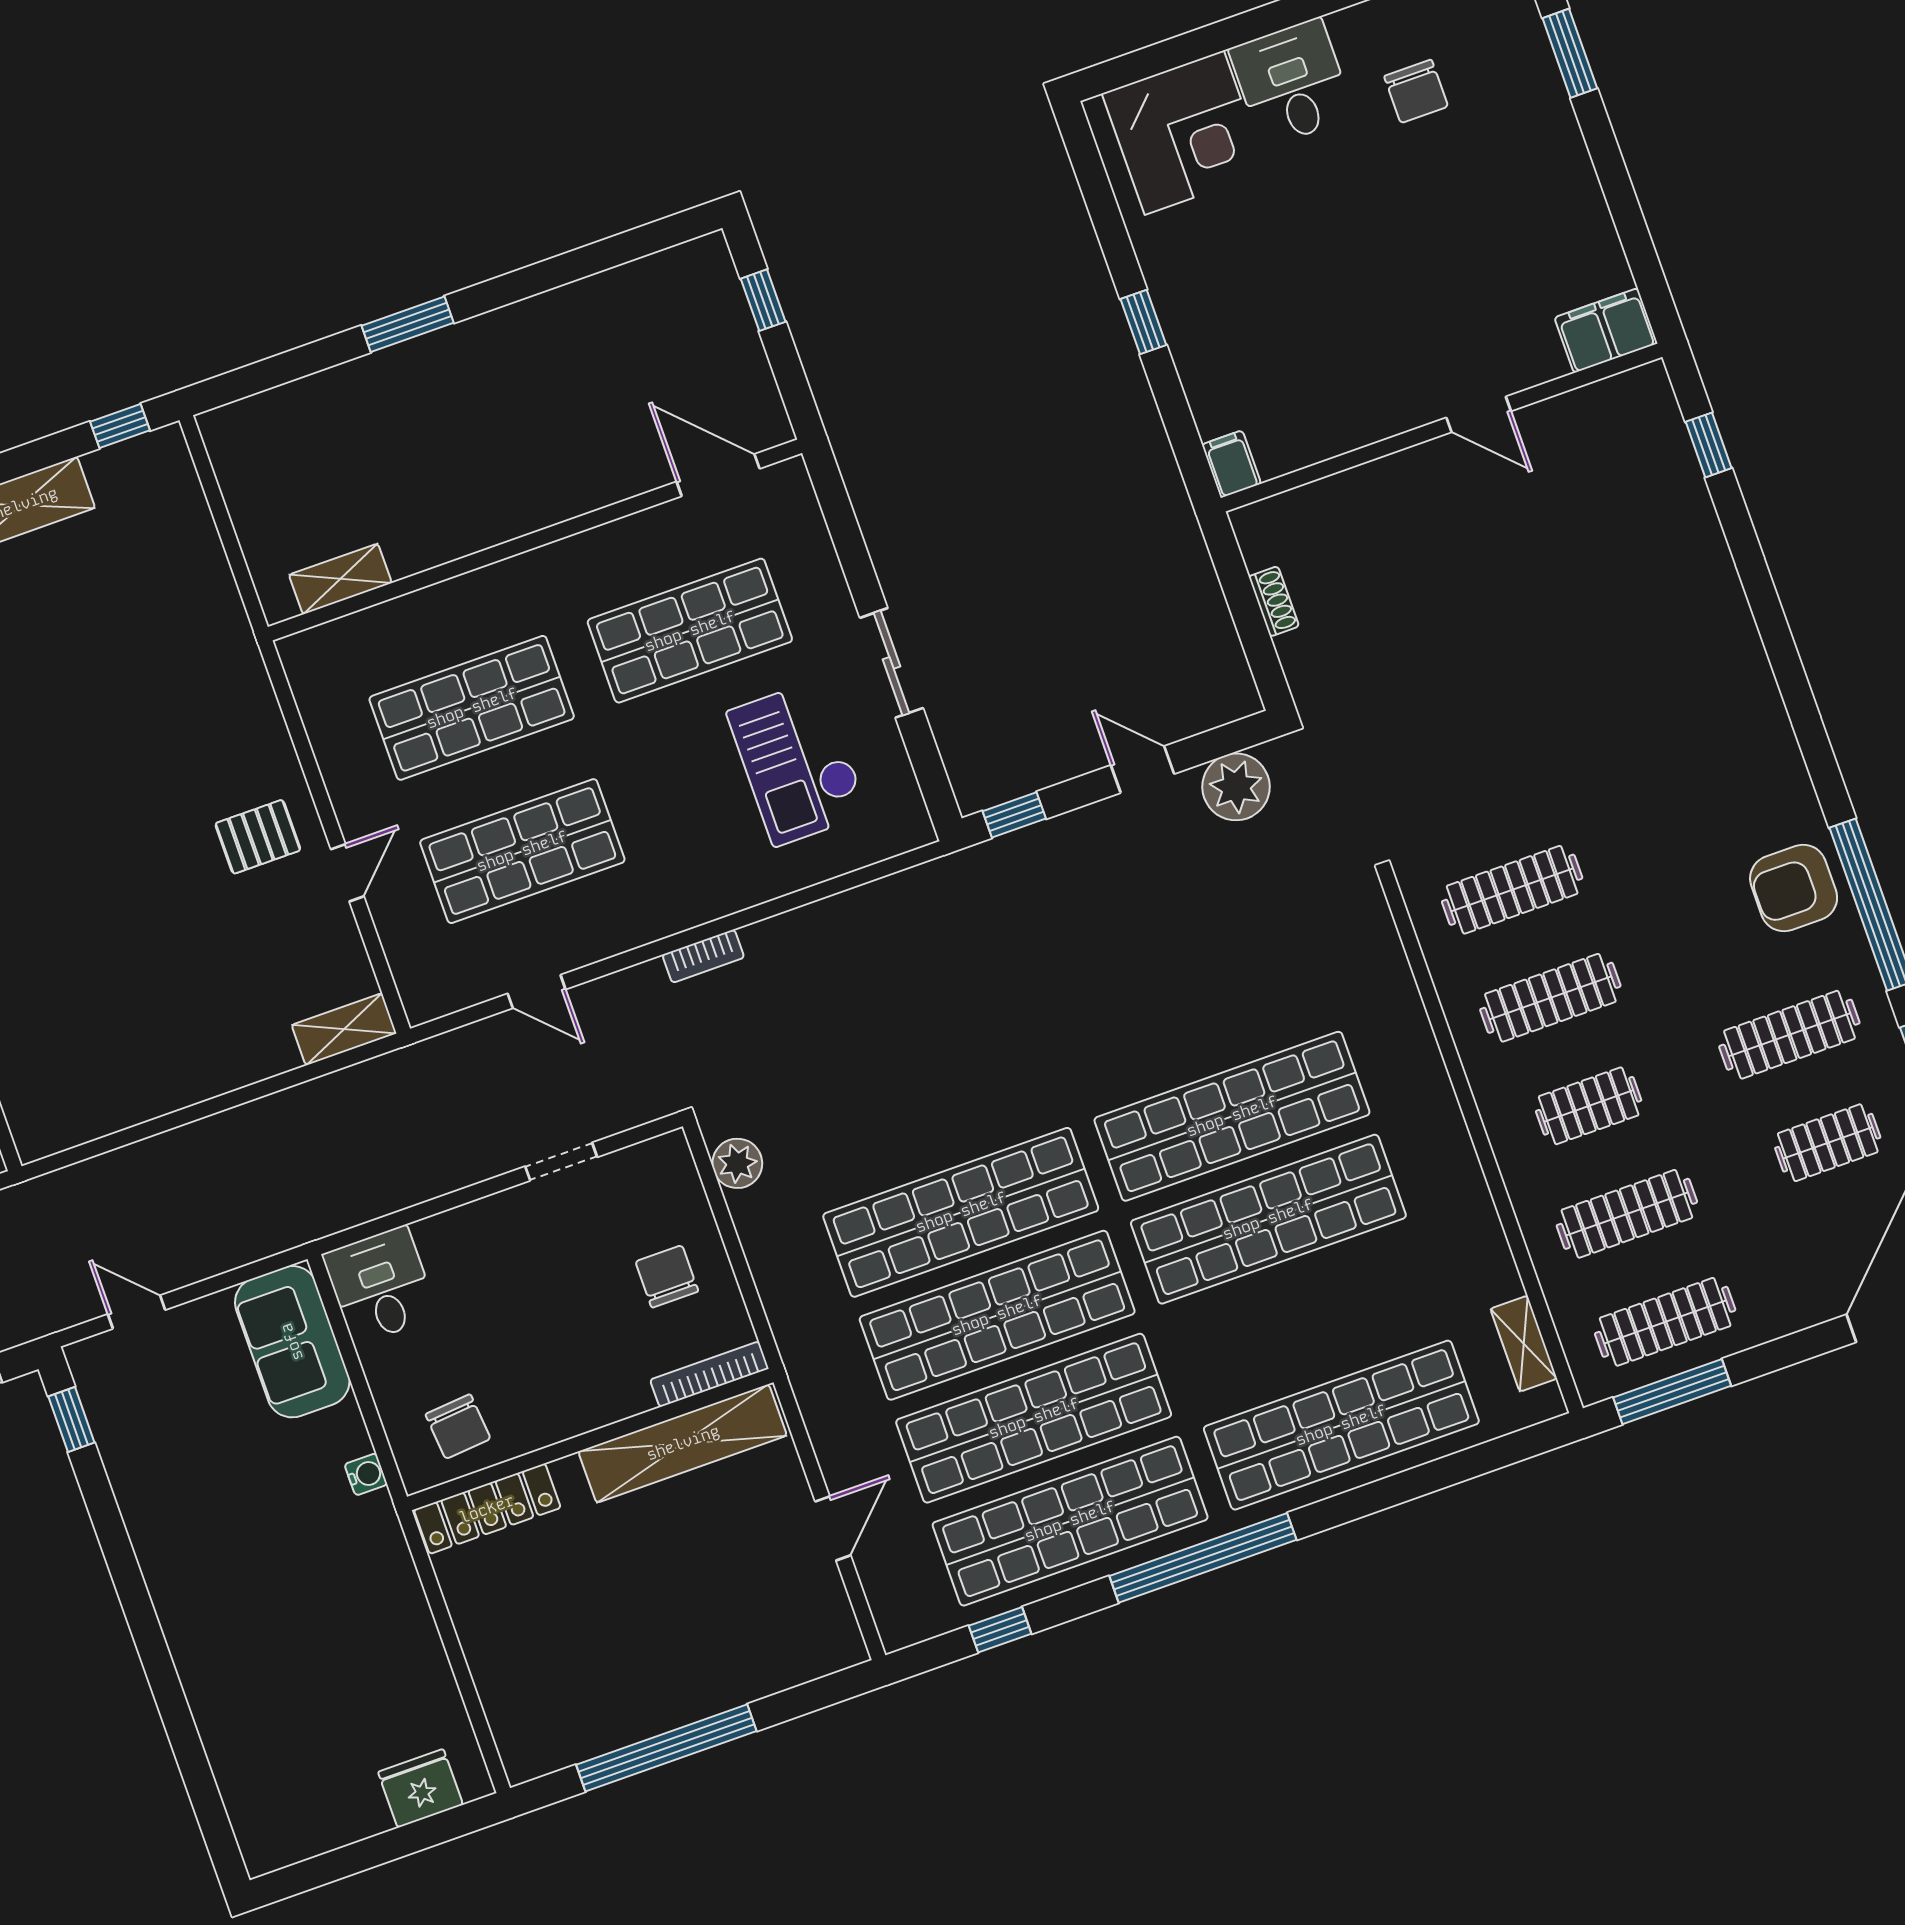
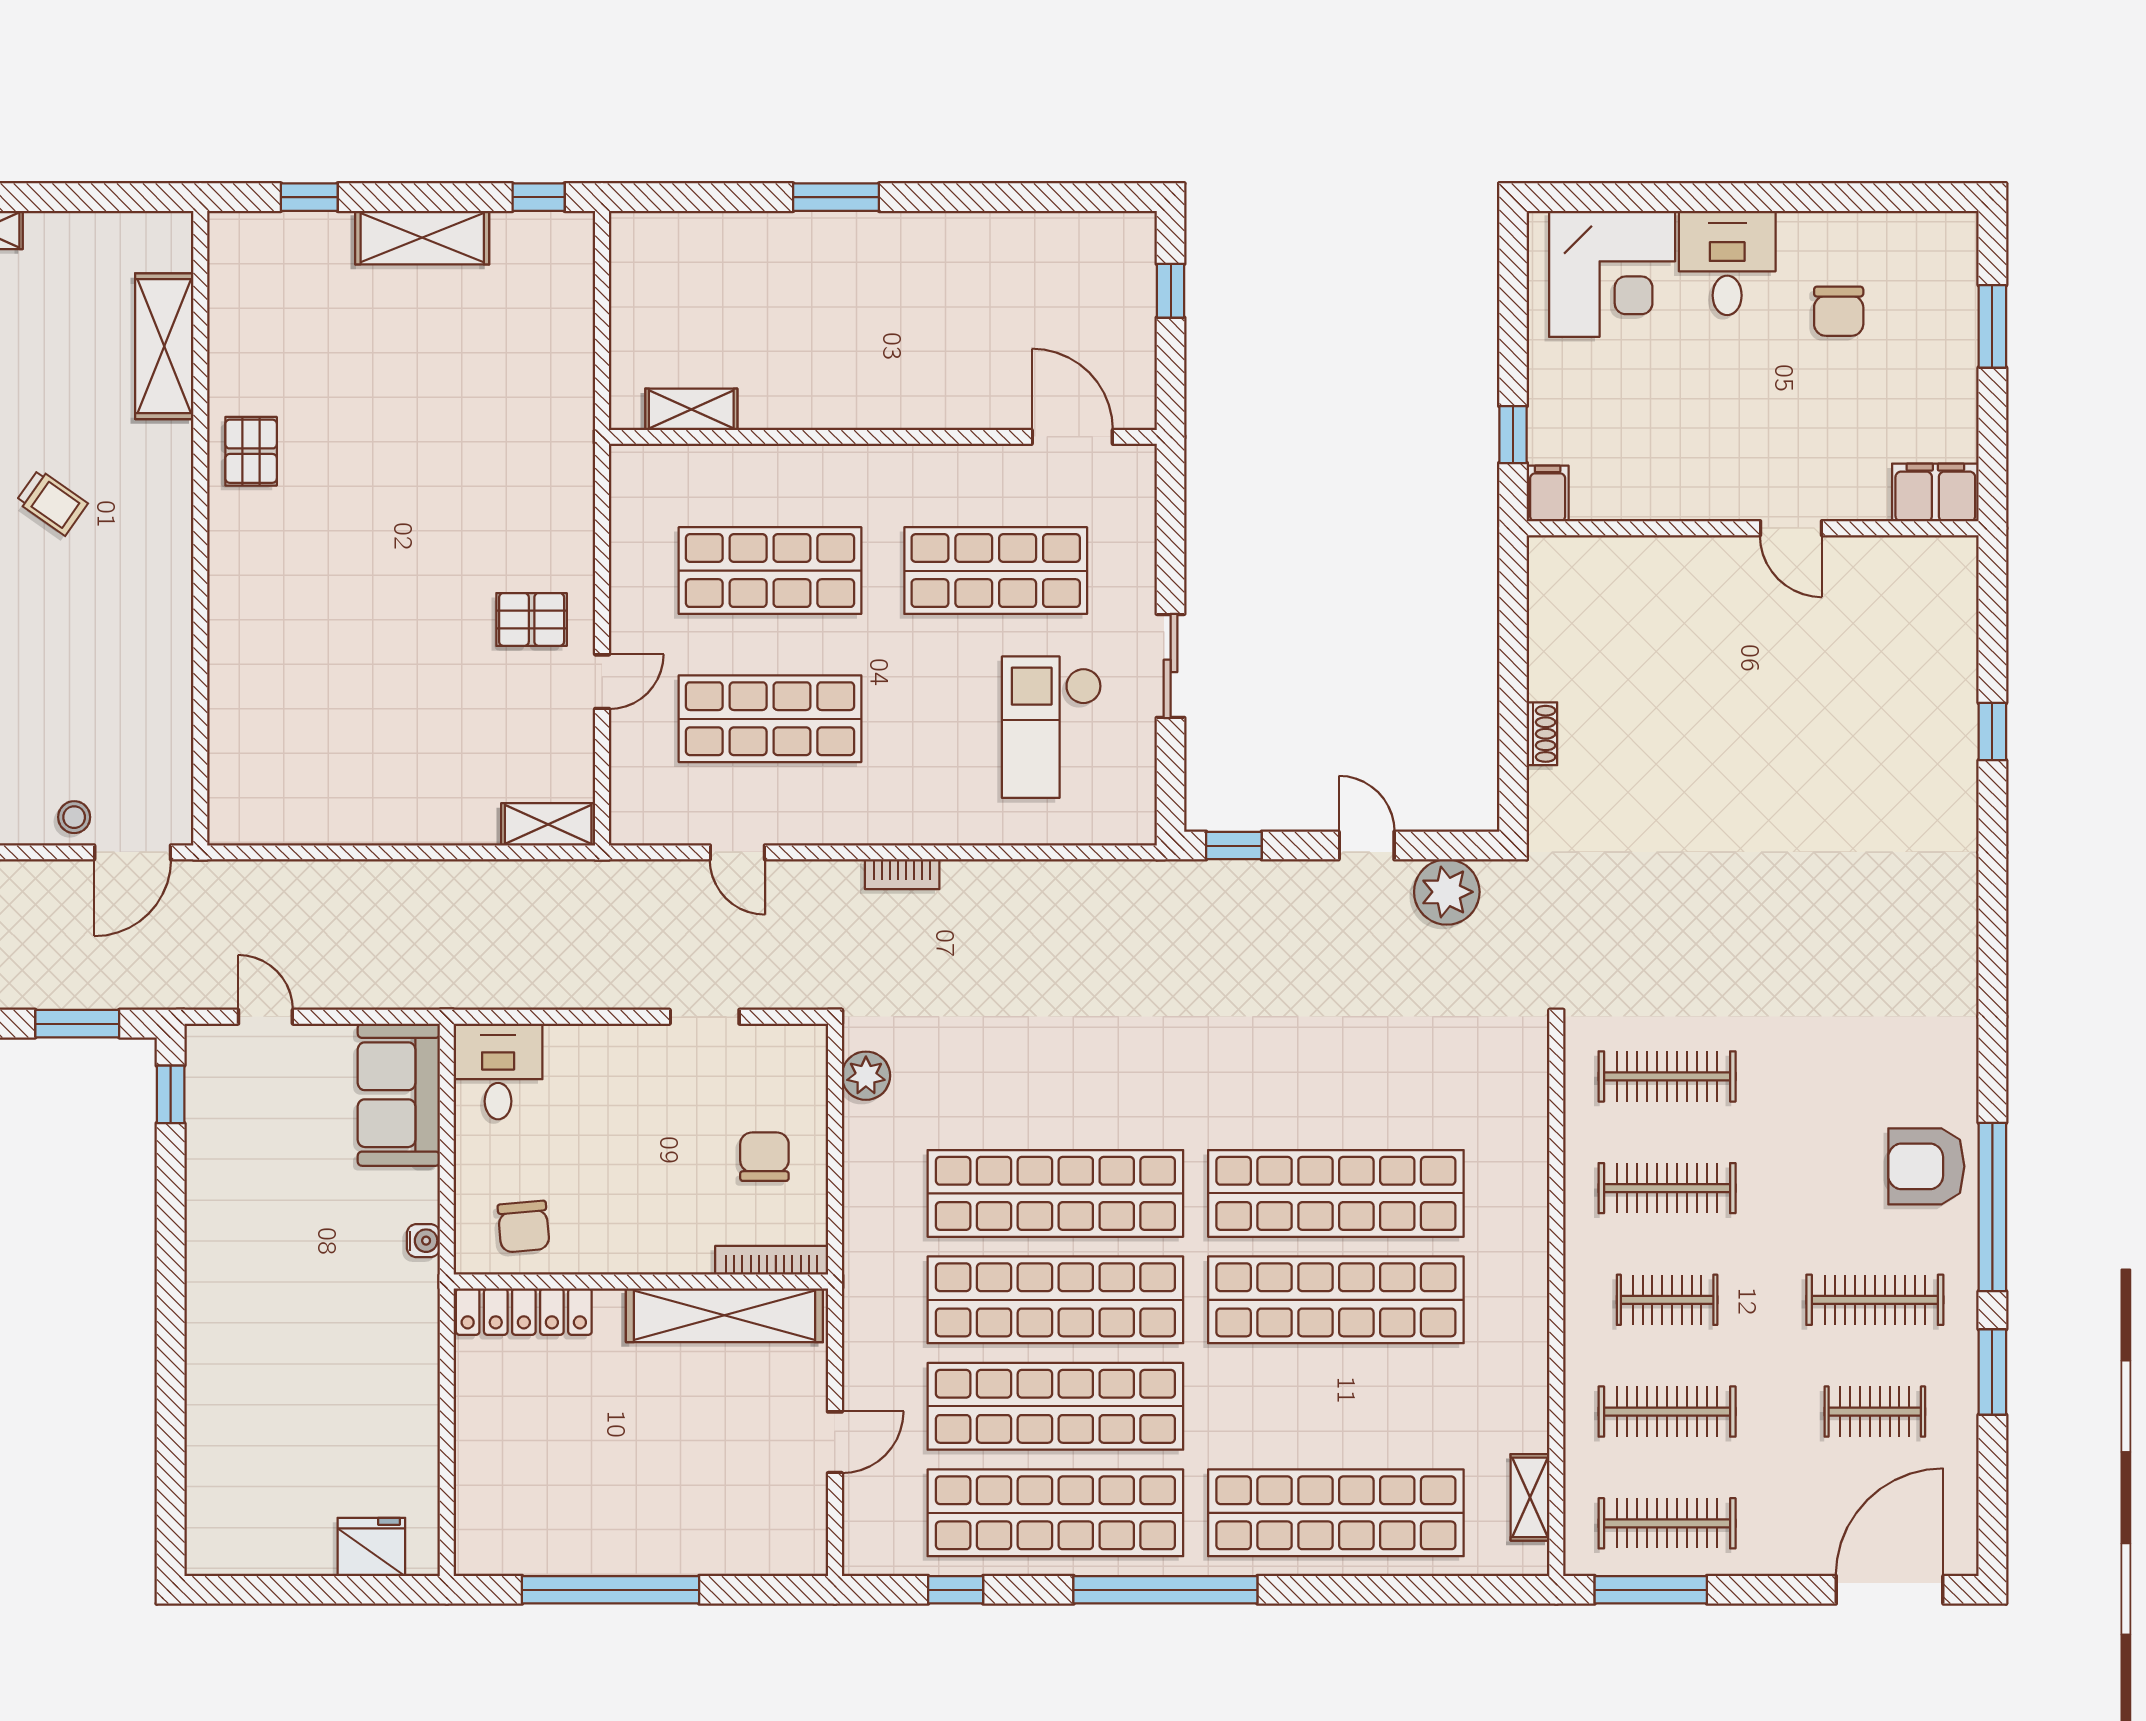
filing cabinet: (1606, 330) -> (1935, 492), moved
door: (1479, 414) -> (1791, 528), moved
wall: (1442, 428) -> (1753, 528), moved
filing cabinet: (1231, 464) -> (1548, 493), moved

